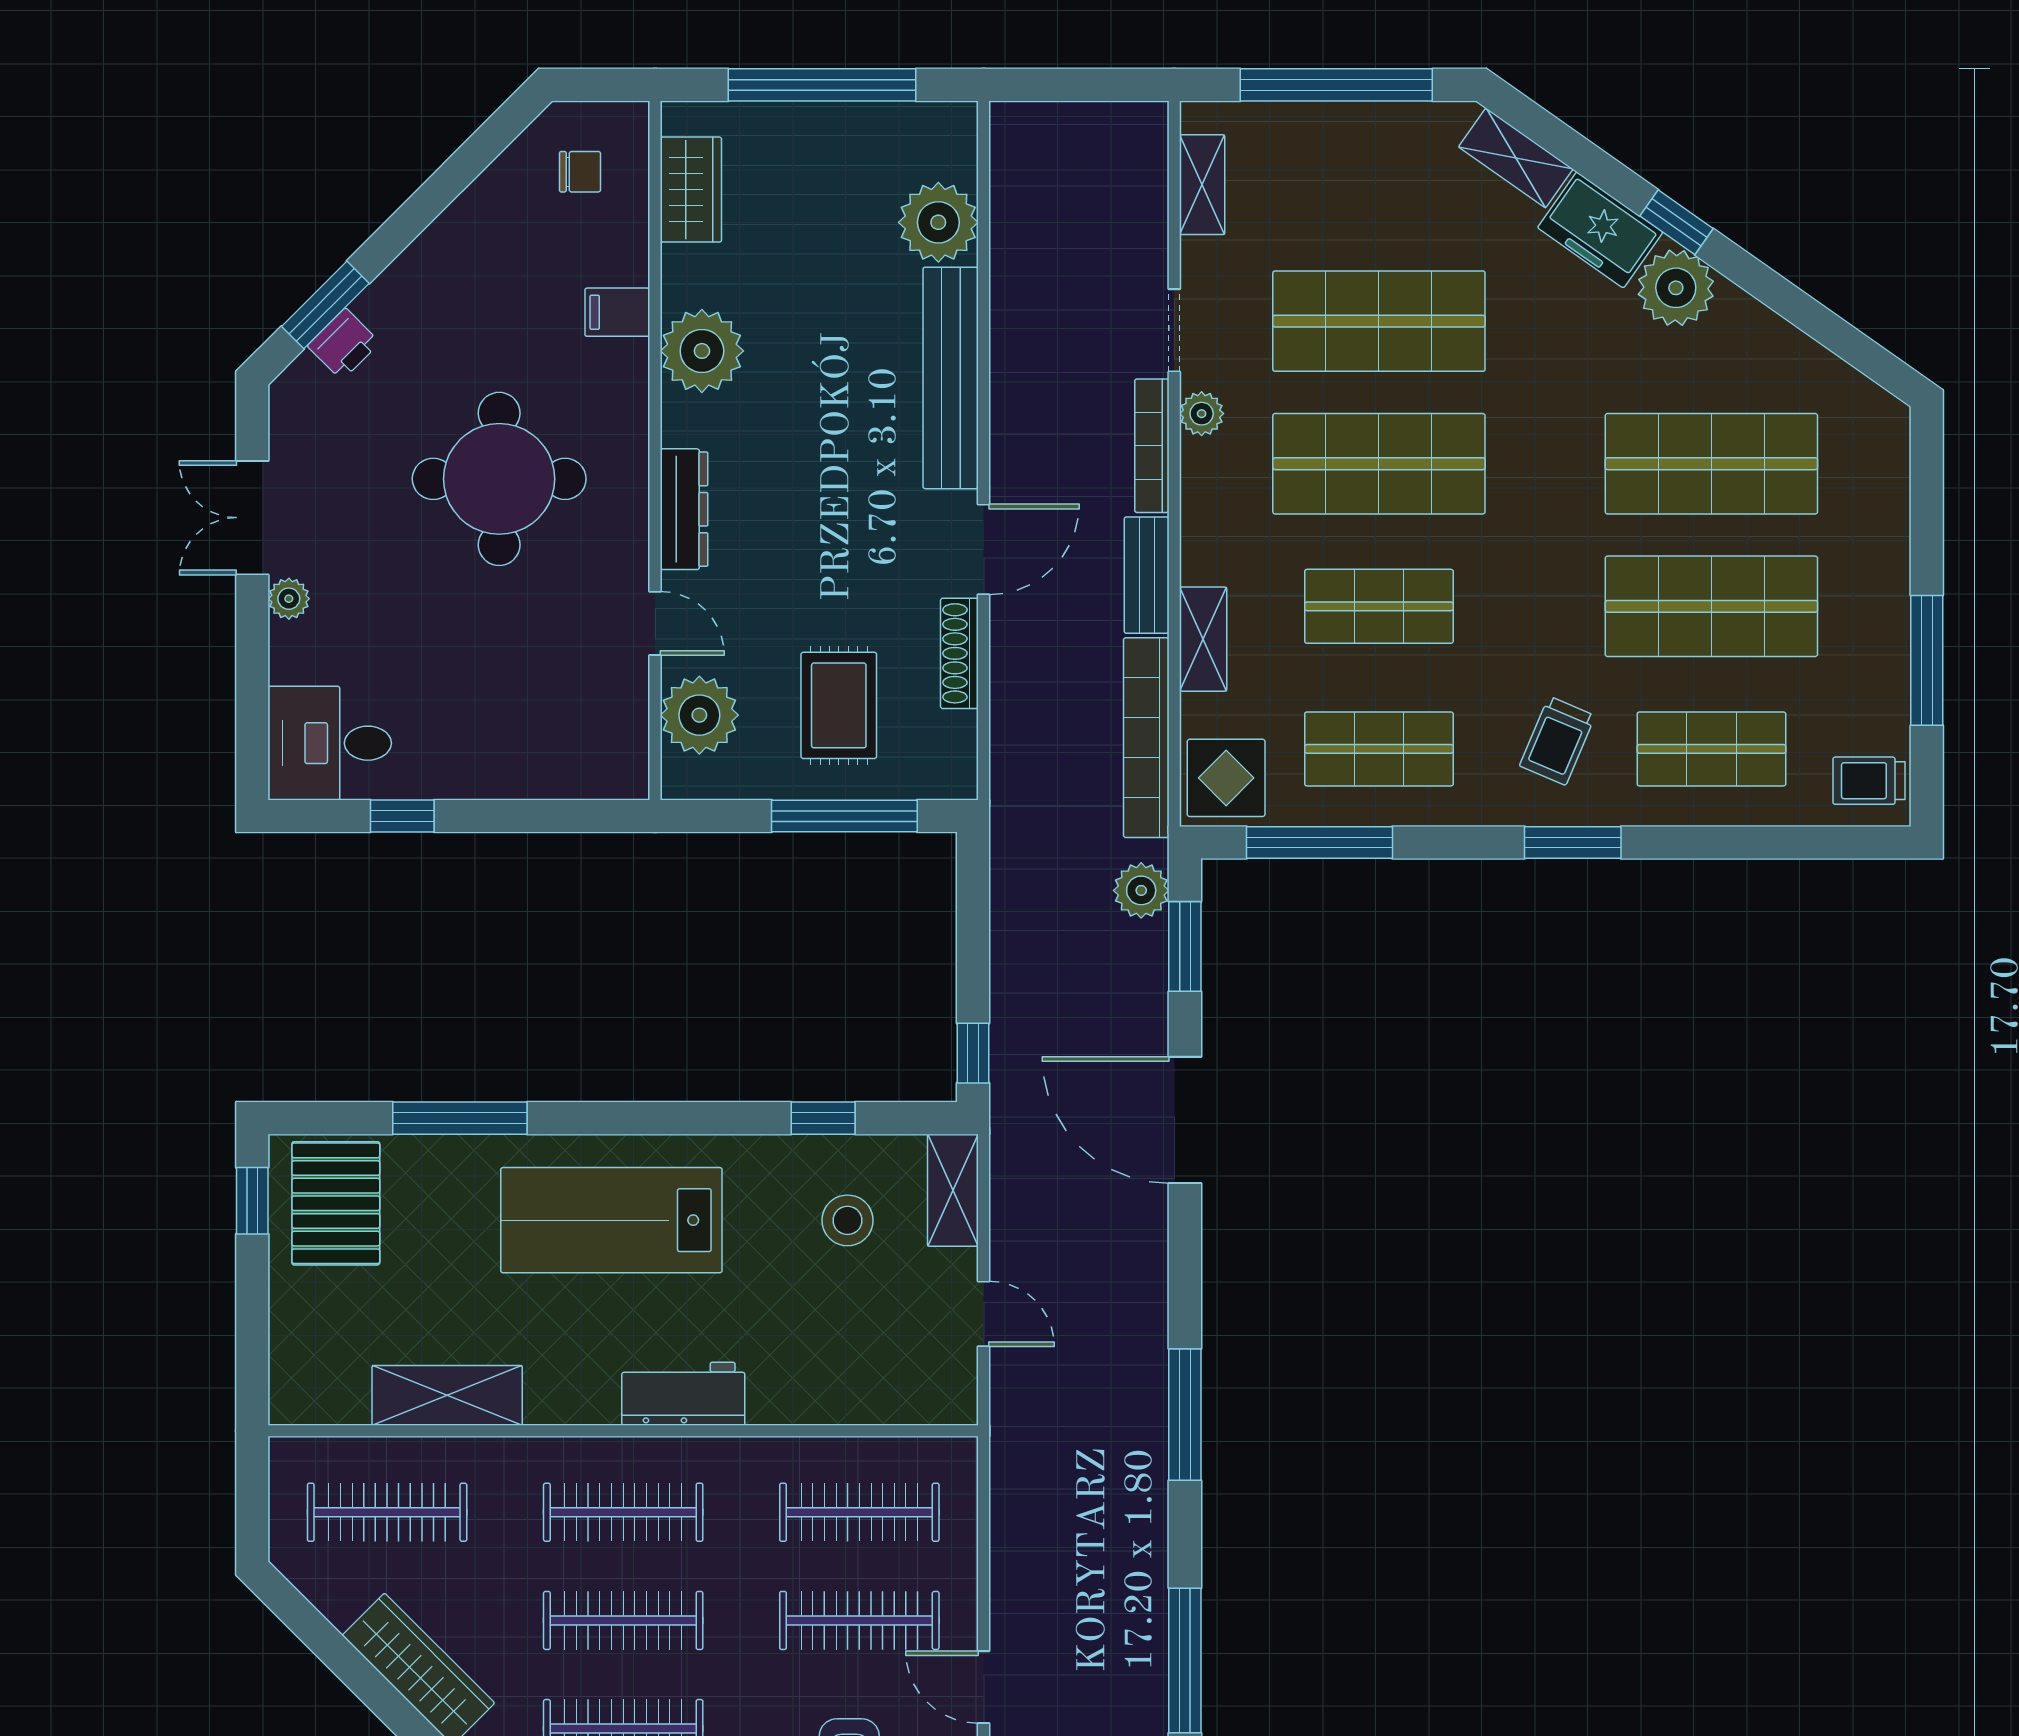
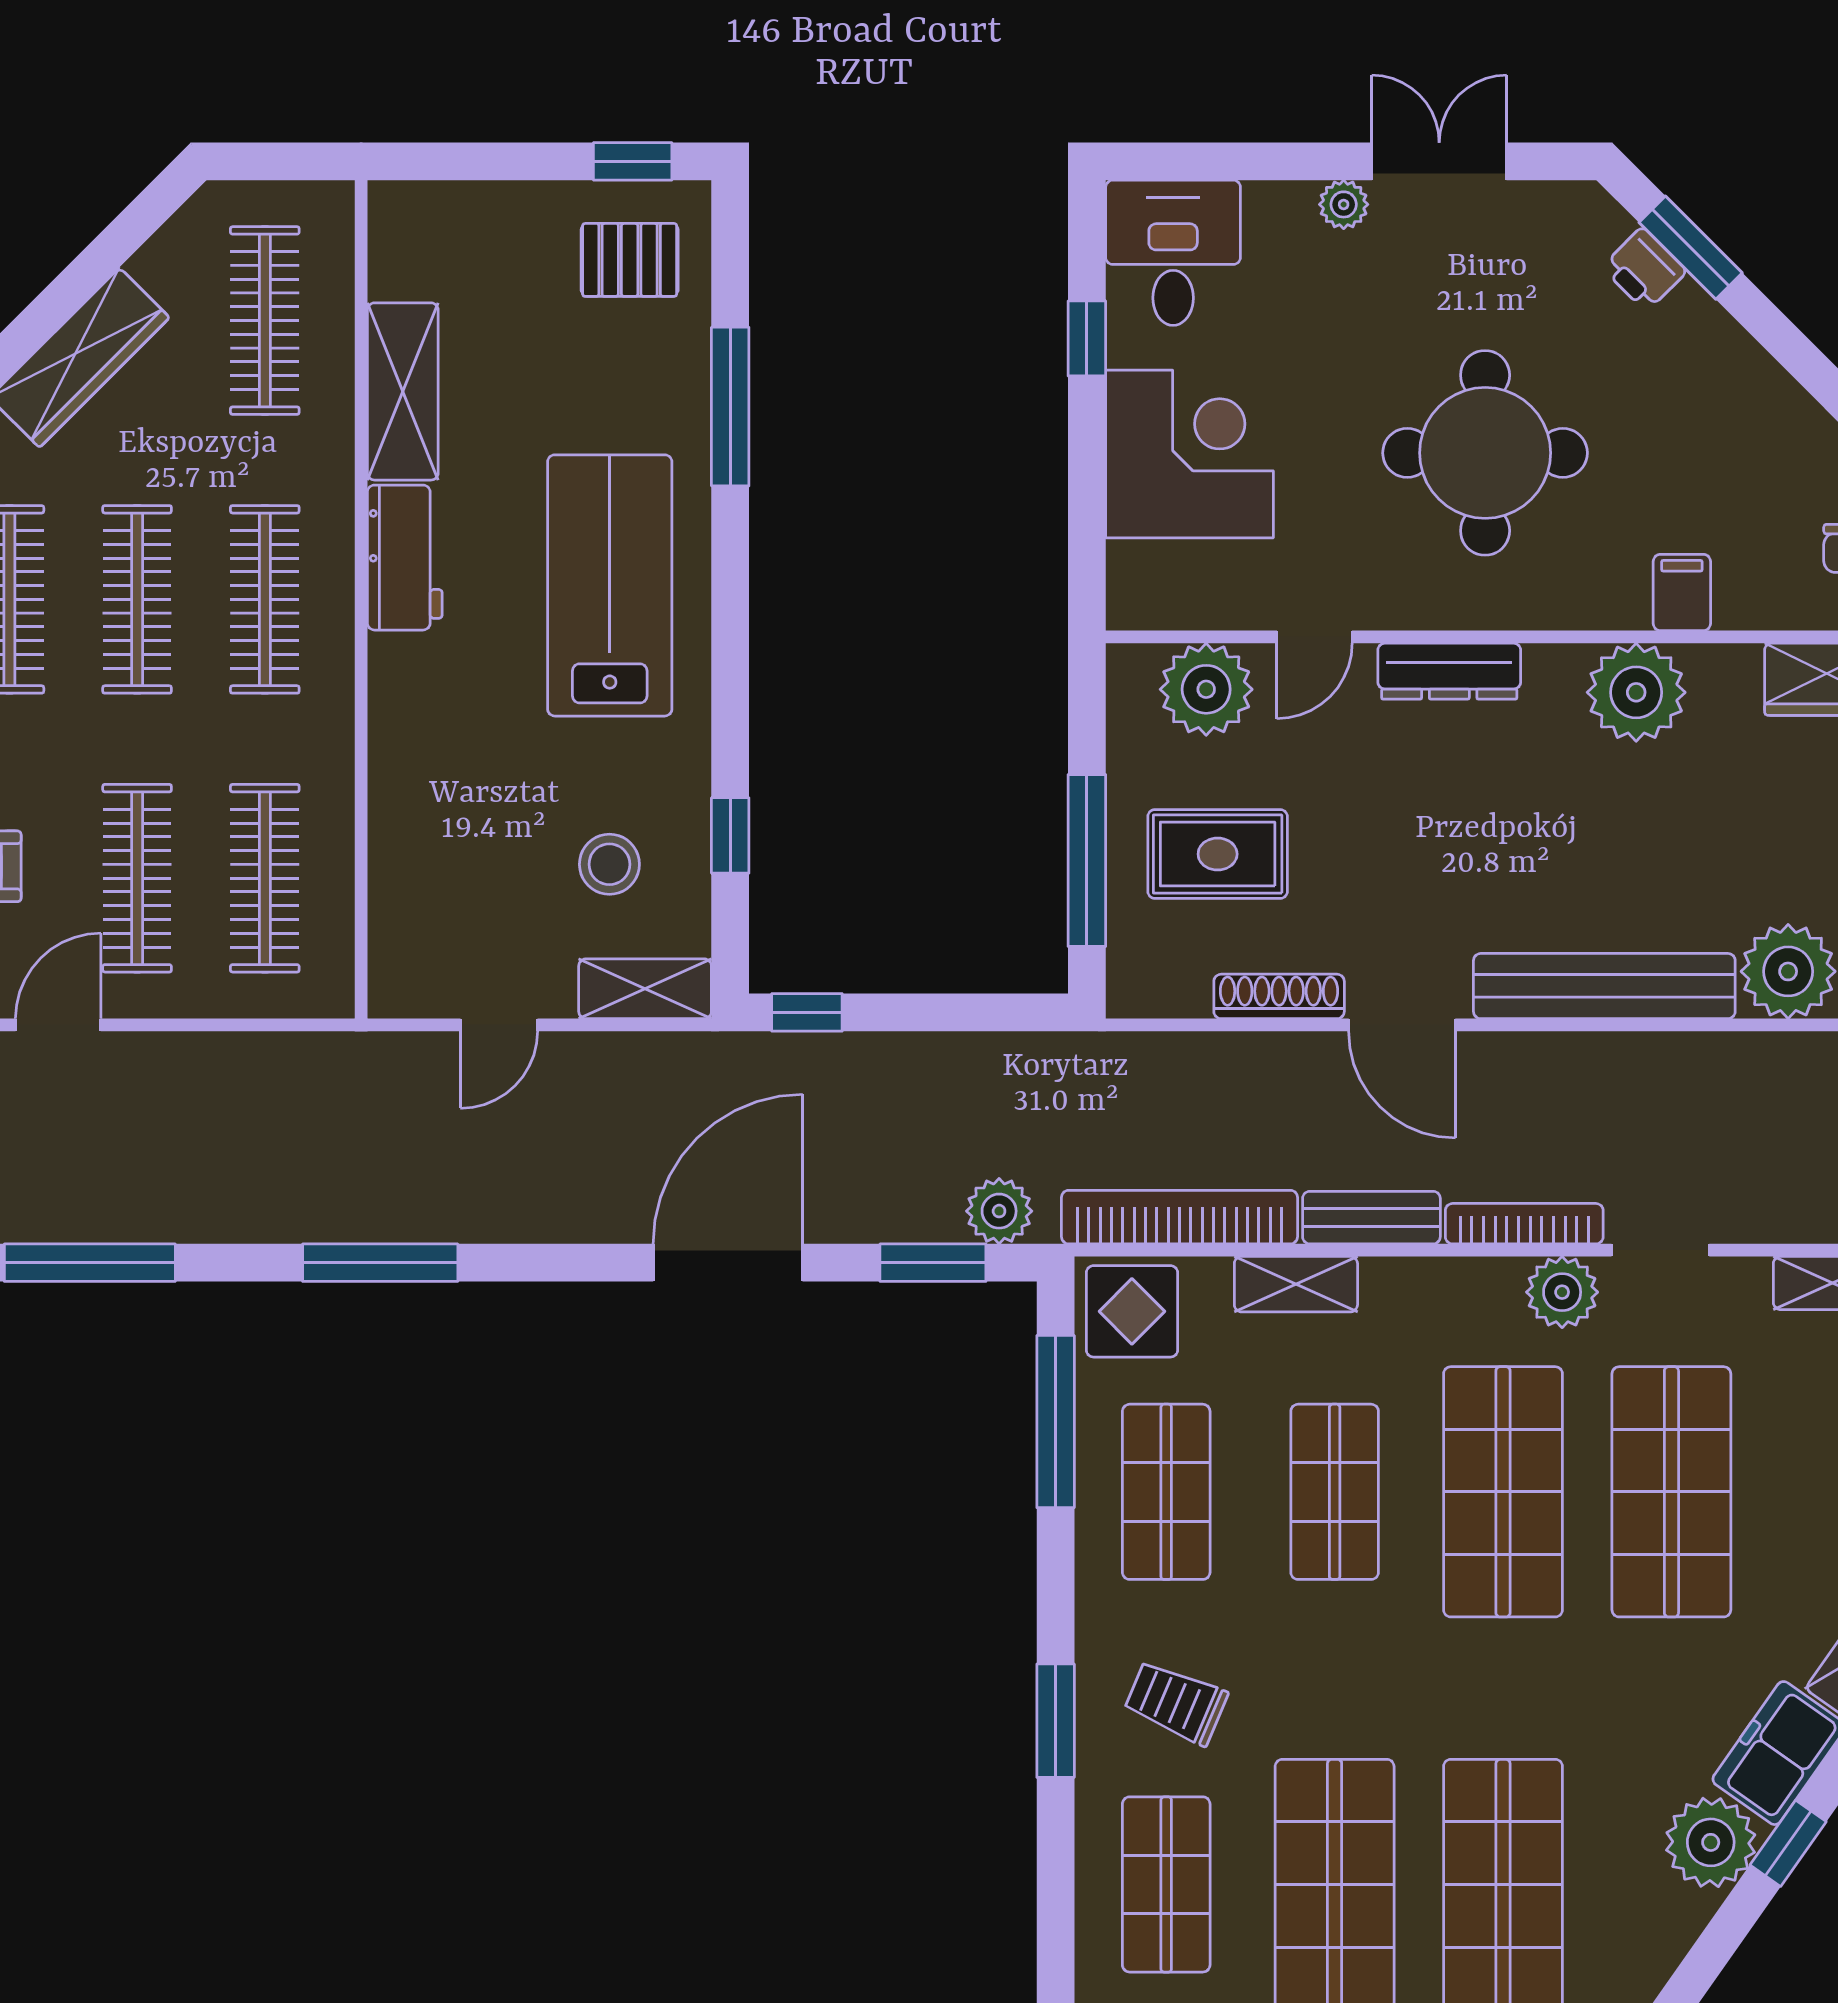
plant: (1202, 414) -> (1562, 1292), width x1.38, depth x1.38
corner desk: (500, 729) -> (1189, 454), added
pallet: (336, 1203) -> (630, 260), width x0.67, depth x0.71
workbench: (683, 1394) -> (405, 558), moved

